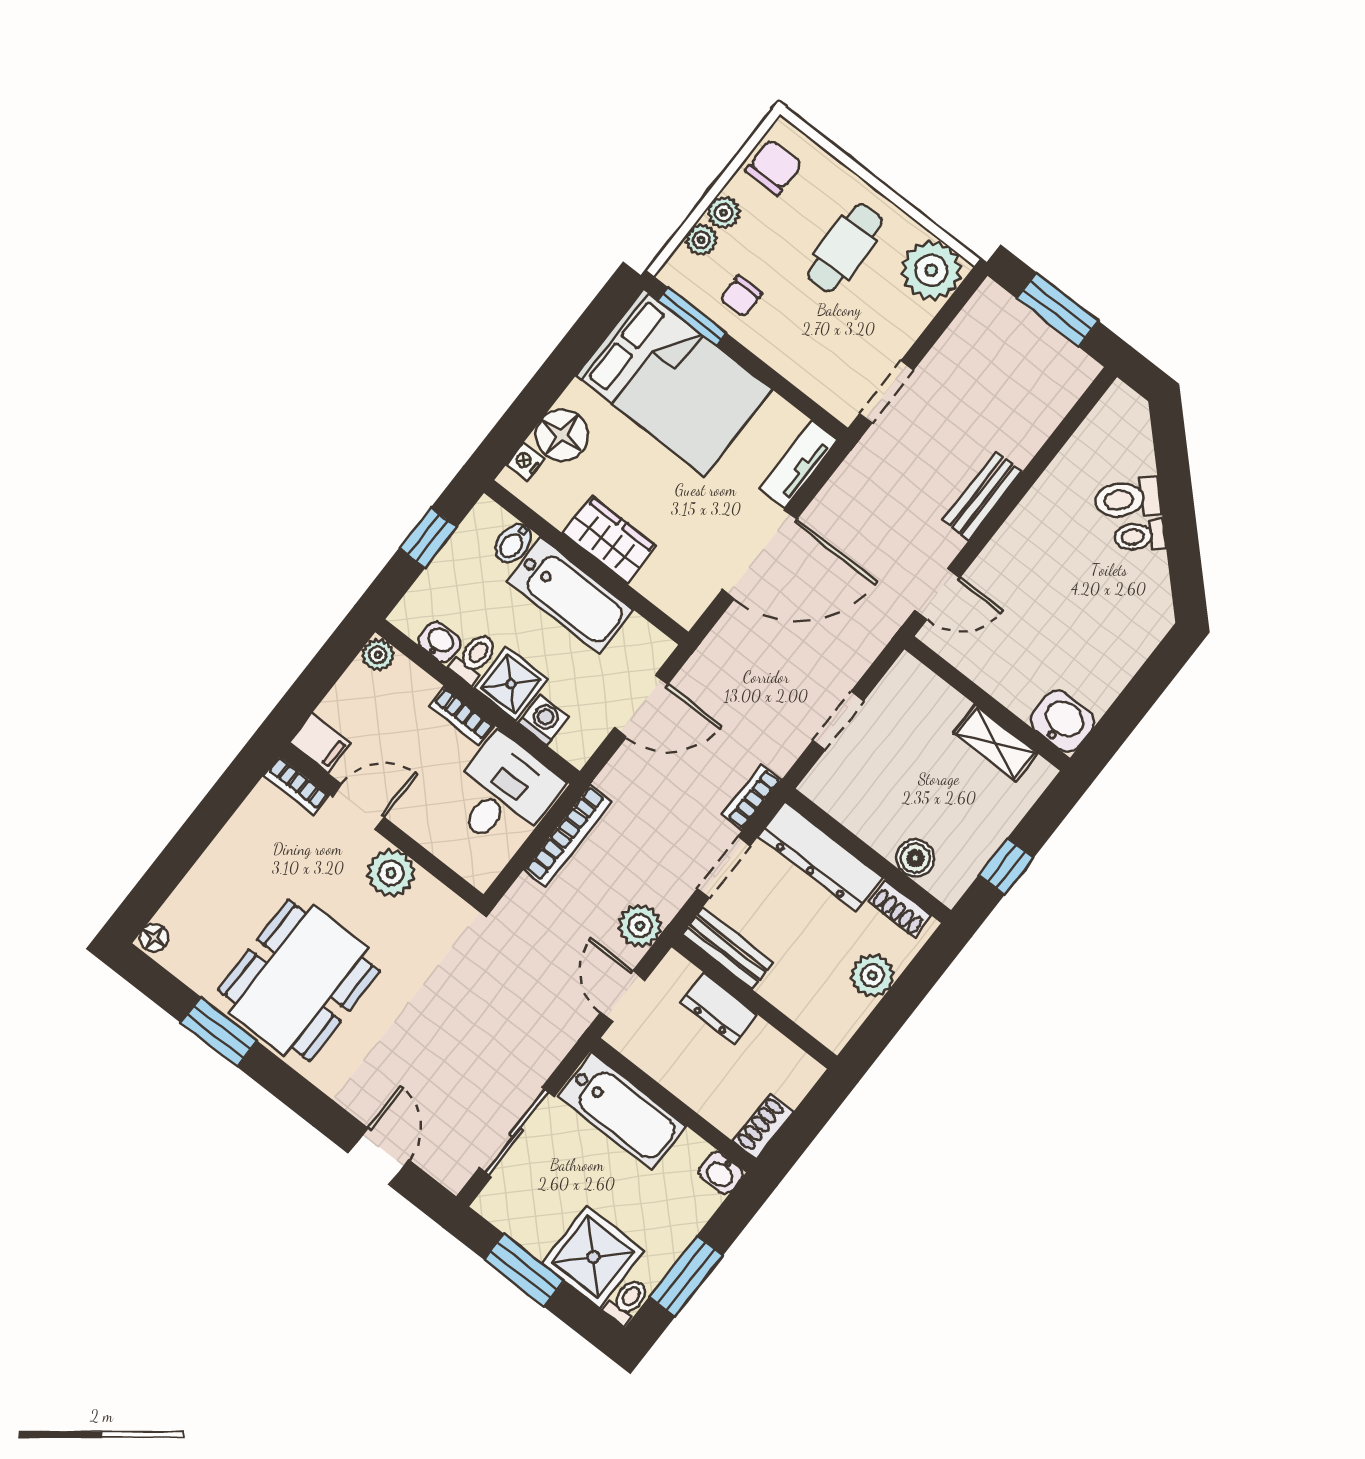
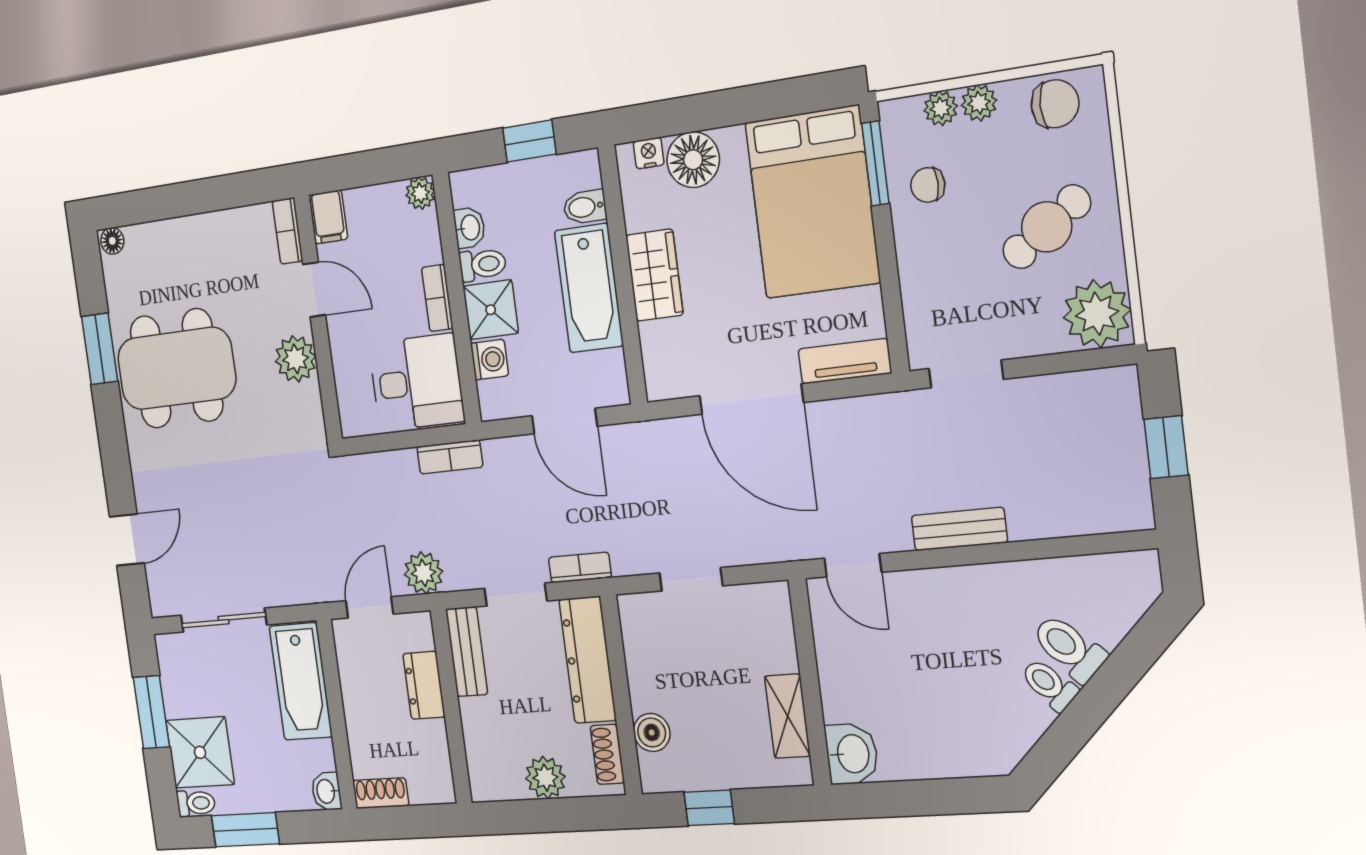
cafe table: (845, 248) -> (1047, 227), turned -33
window: (1058, 310) -> (1166, 447), width x0.67
bookcase: (568, 836) -> (450, 457), width x0.64

